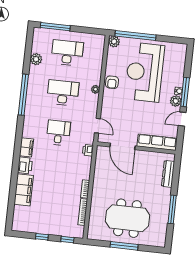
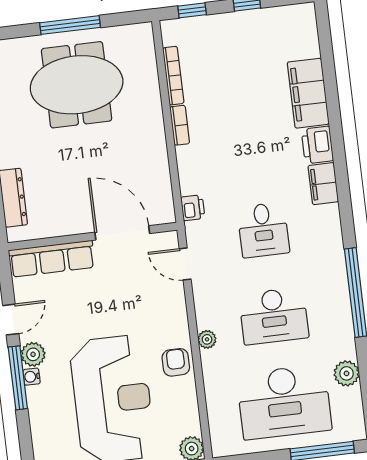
desk: (67, 53) -> (284, 402), width x1.36, depth x1.30

